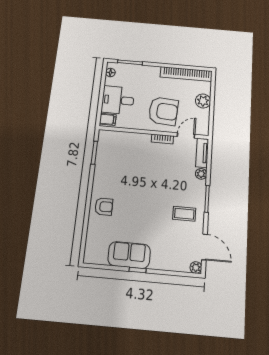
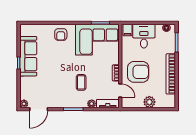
bookcase: (186, 74) -> (171, 74), moved
armchair: (163, 111) -> (138, 72), turned -94
corner sofa: (116, 159) -> (97, 40), added
coffee table: (184, 214) -> (81, 82), moved
sofa: (129, 255) -> (28, 56), width x1.36

